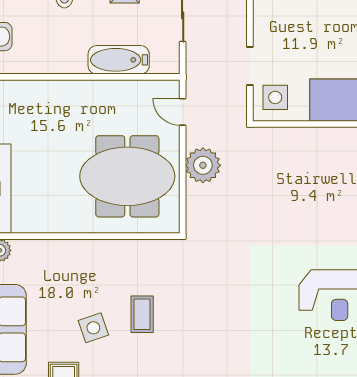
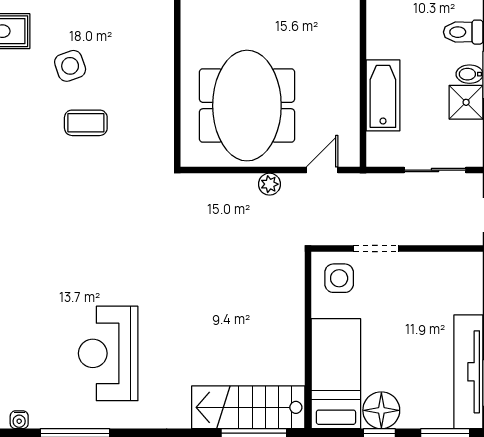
plant: (203, 165) -> (269, 184), width x0.53, depth x0.53

